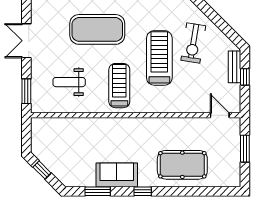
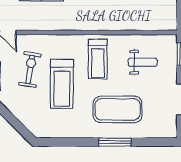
exercise bike: (193, 43) -> (30, 69), moved

